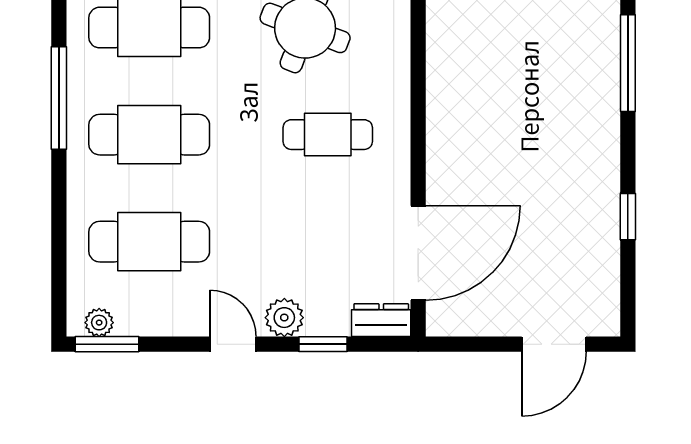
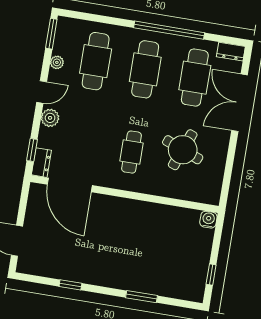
window: (628, 63) -> (142, 297), width x0.69
window: (59, 98) -> (169, 30), width x1.46
plant: (99, 323) -> (57, 62), moved
window: (323, 344) -> (32, 150), moved

